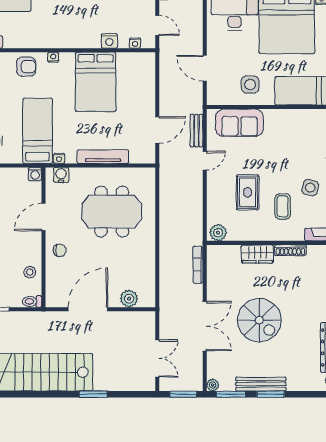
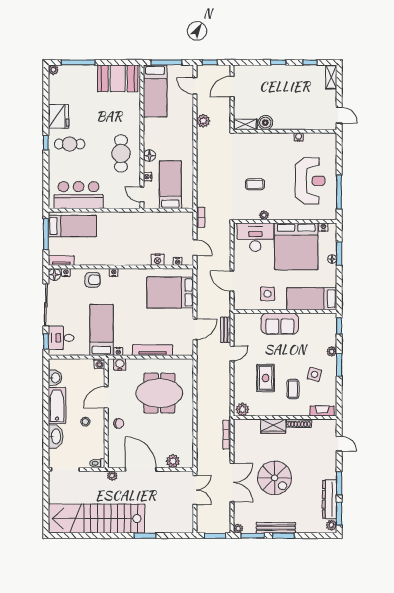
bed: (96, 82) -> (170, 292), moved, turned 90
sofa: (239, 123) -> (280, 324), moved
stool: (30, 272) -> (85, 422), moved
door: (88, 309) -> (141, 469), hinge flipped
plant: (51, 317) -> (112, 476), added
double door: (157, 358) -> (195, 490), moved

